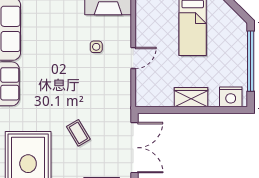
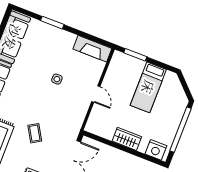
side table: (96, 47) -> (57, 79), moved
door: (133, 58) -> (96, 94), hinge flipped

